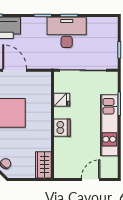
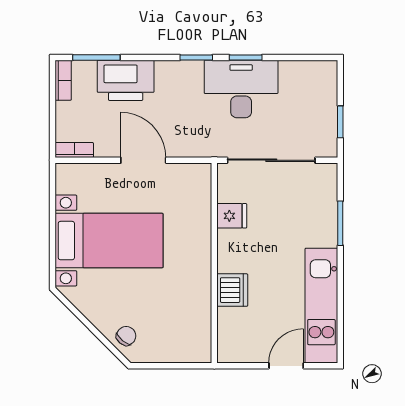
kitchen unit: (109, 125) -> (321, 306), moved
dishwasher: (62, 128) -> (232, 290), moved
wardrobe: (43, 165) -> (197, 338), removed

